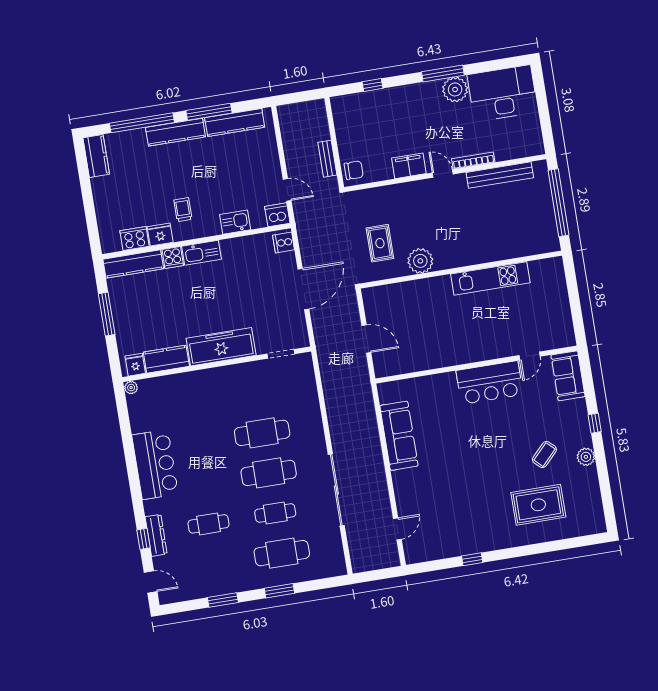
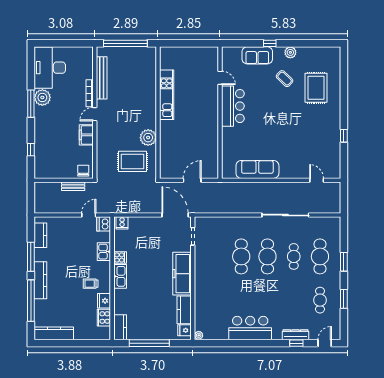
kitchen counter: (235, 122) -> (40, 235), width x0.67
kitchen counter: (96, 156) -> (54, 333), width x1.50
rug: (380, 243) -> (133, 161), width x1.36, depth x1.43
cooker: (173, 258) -> (120, 257), moved
kitchen counter: (133, 264) -> (120, 327), width x0.67
door: (303, 289) -> (175, 215), moved
window: (107, 314) -> (149, 343), width x1.46
sofa: (568, 376) -> (257, 55), moved
cafe table: (209, 524) -> (320, 300), moved

